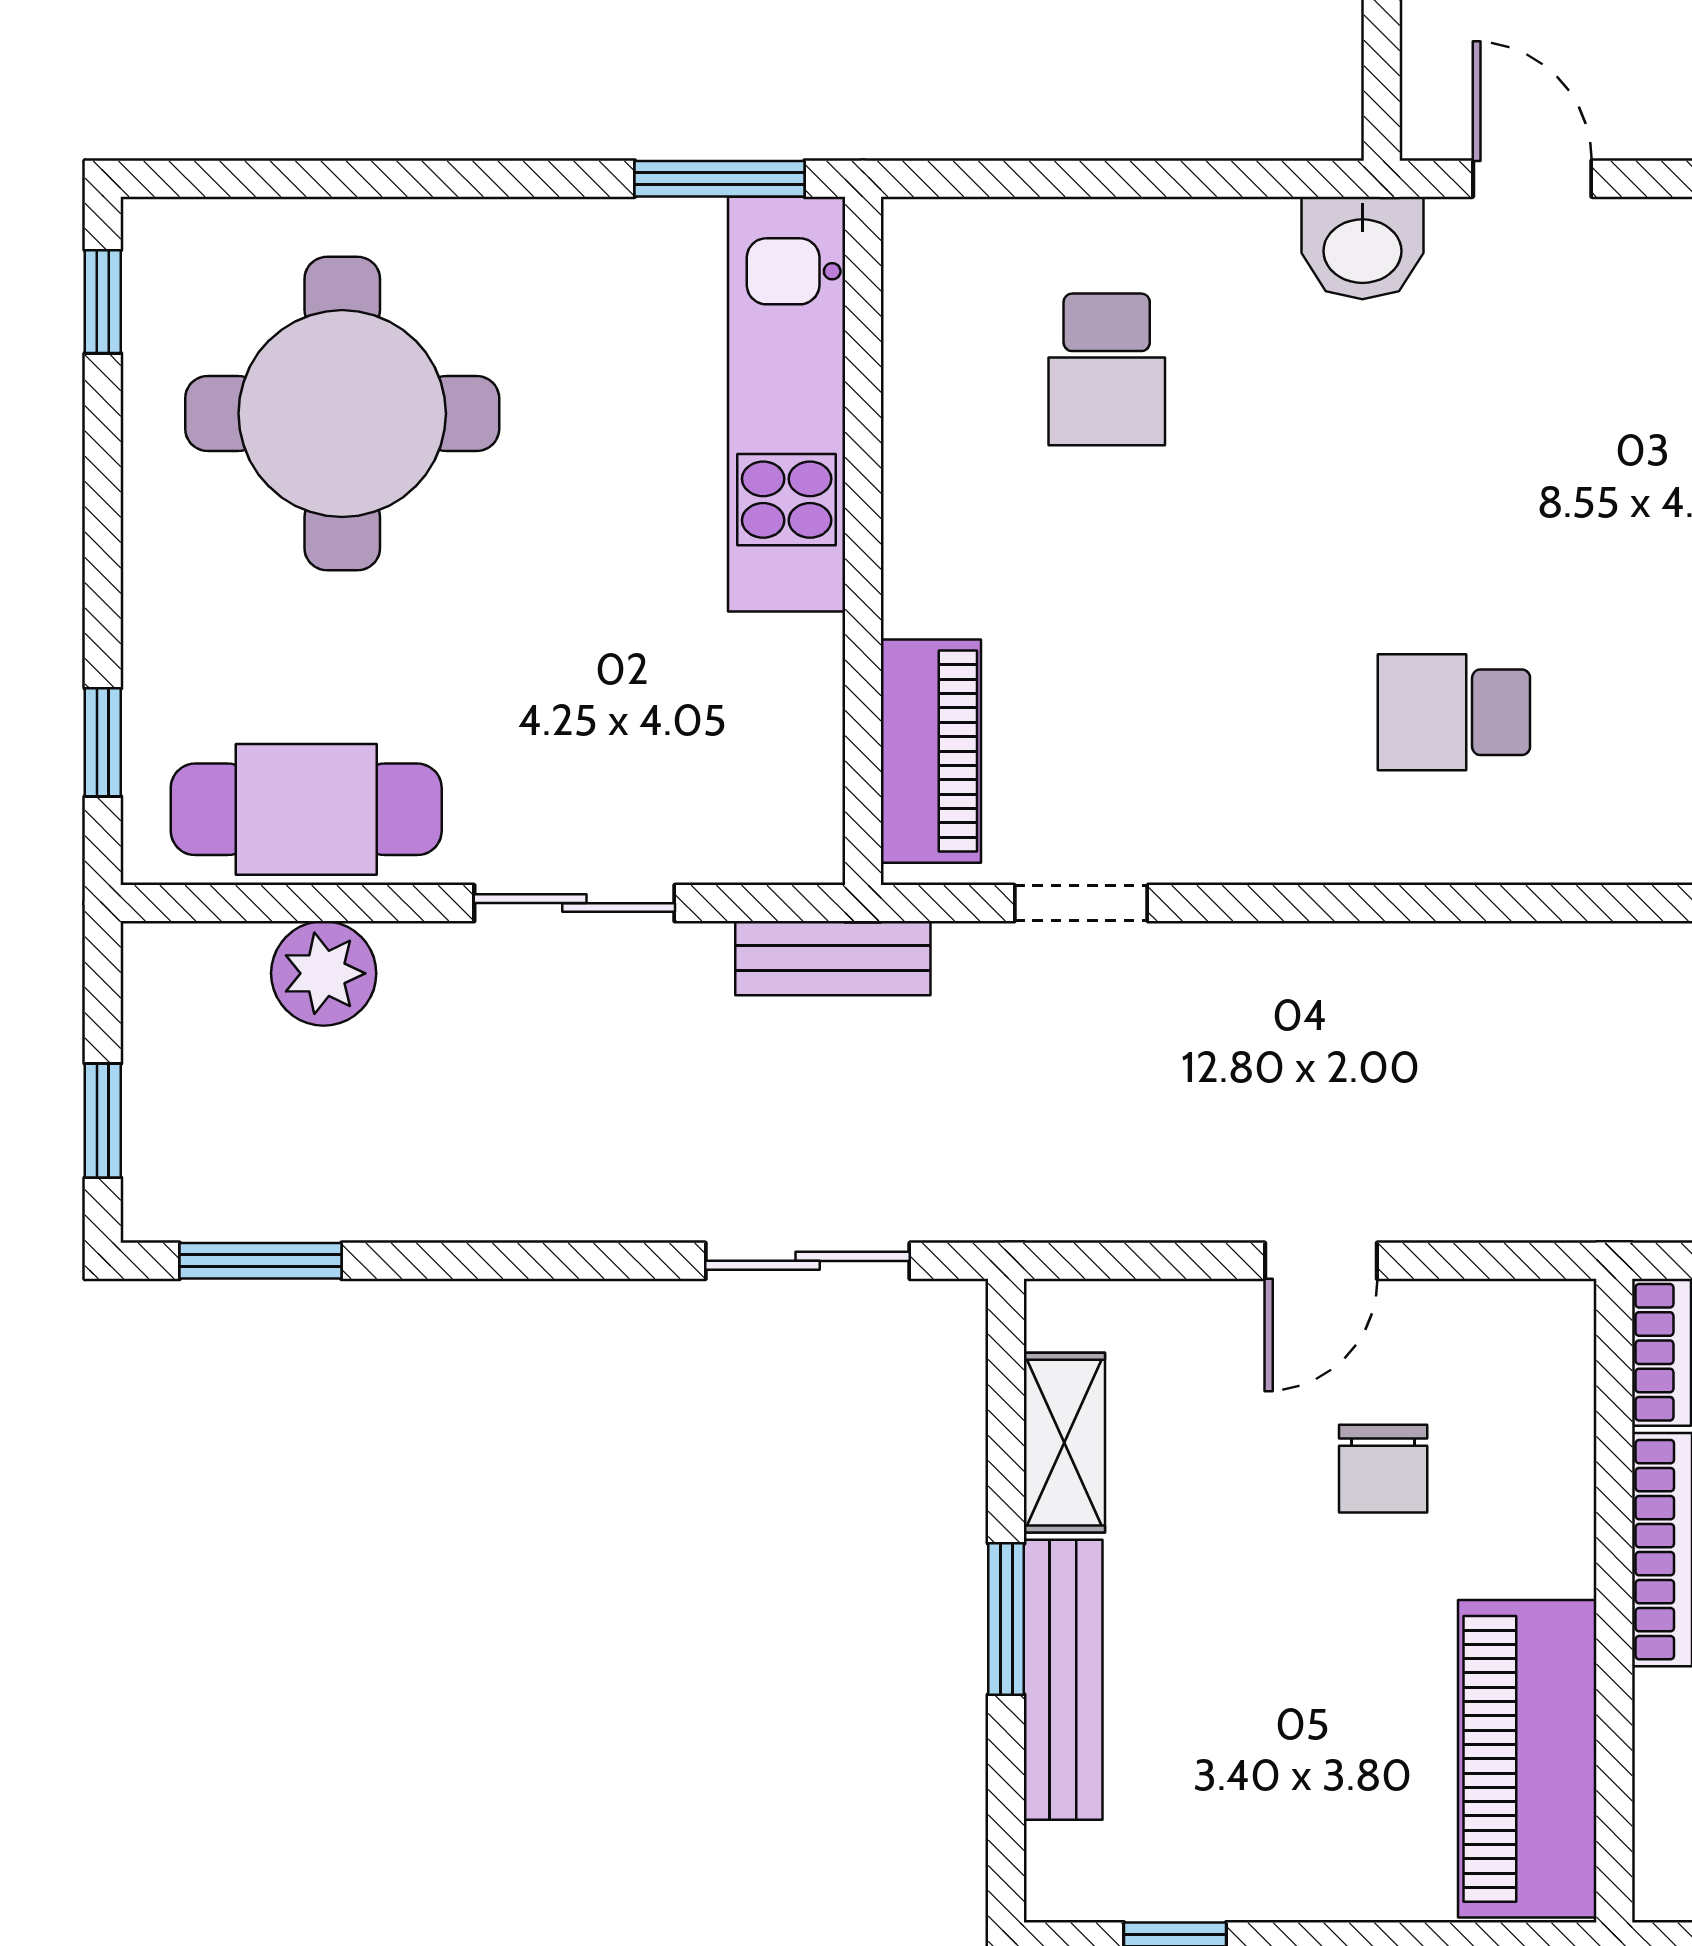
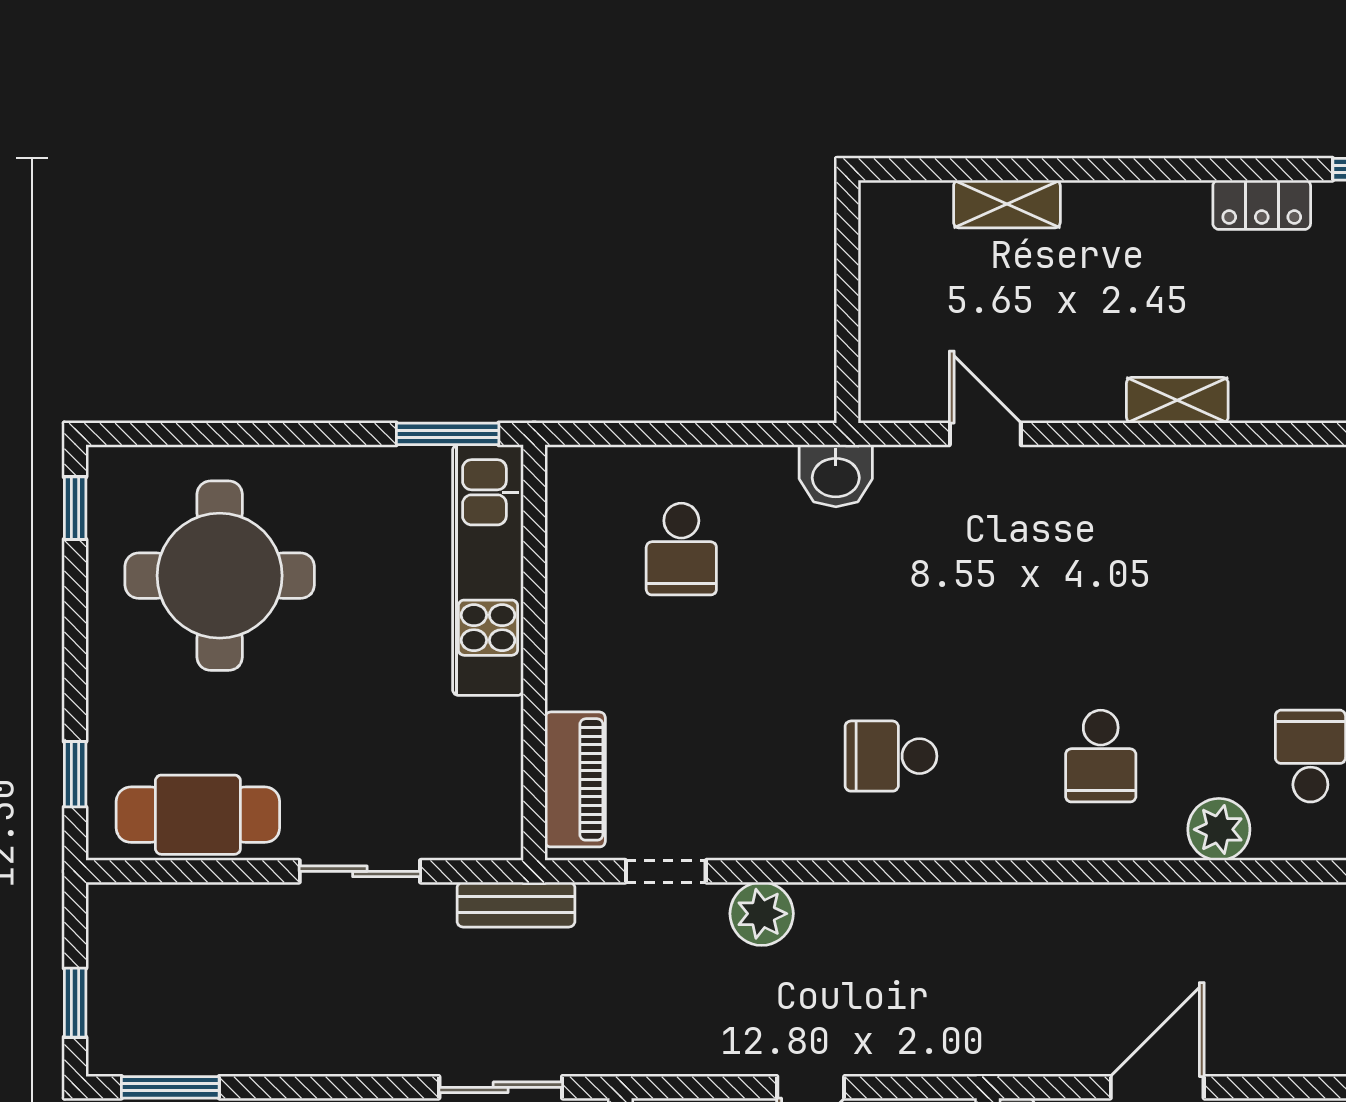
door: (1532, 179) -> (985, 434), moved
plant: (324, 973) -> (762, 914), moved

